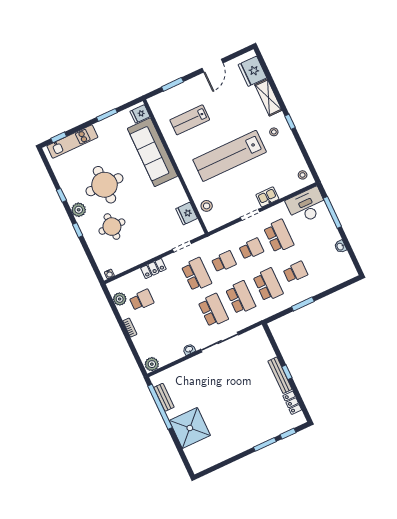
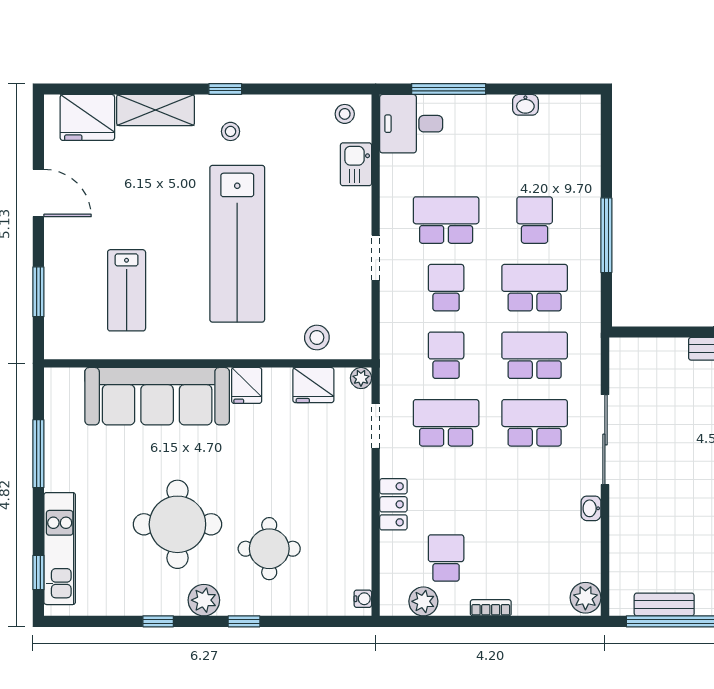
fridge: (140, 114) -> (247, 385), moved
window: (107, 115) -> (38, 454), width x1.44
kitchen sink: (267, 197) -> (356, 164), moved
desk: (307, 206) -> (411, 124), width x0.73
plant: (198, 231) -> (361, 378), added
window: (303, 304) -> (606, 235), width x1.44

